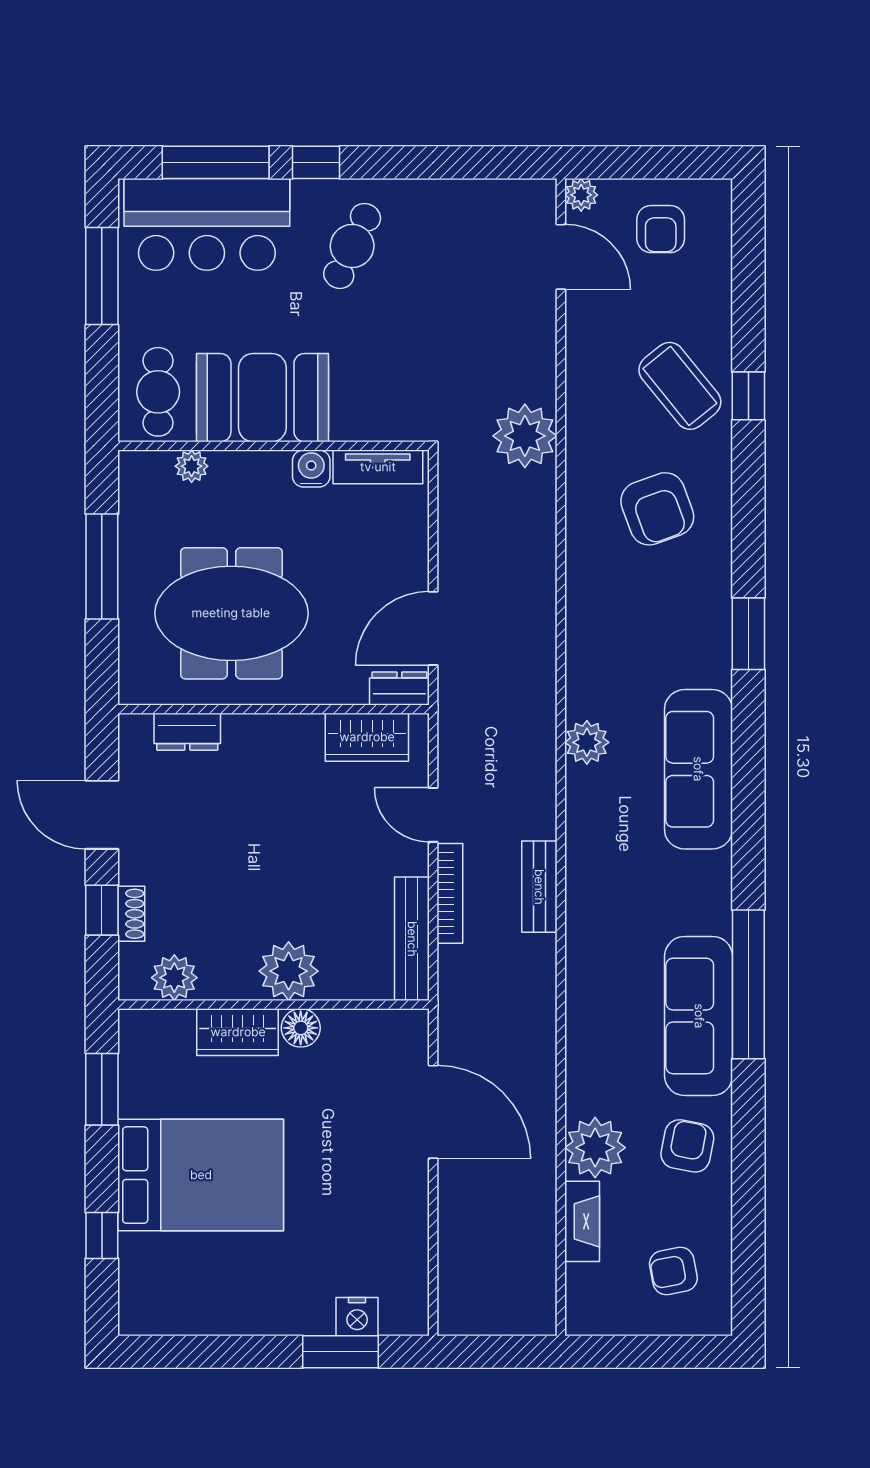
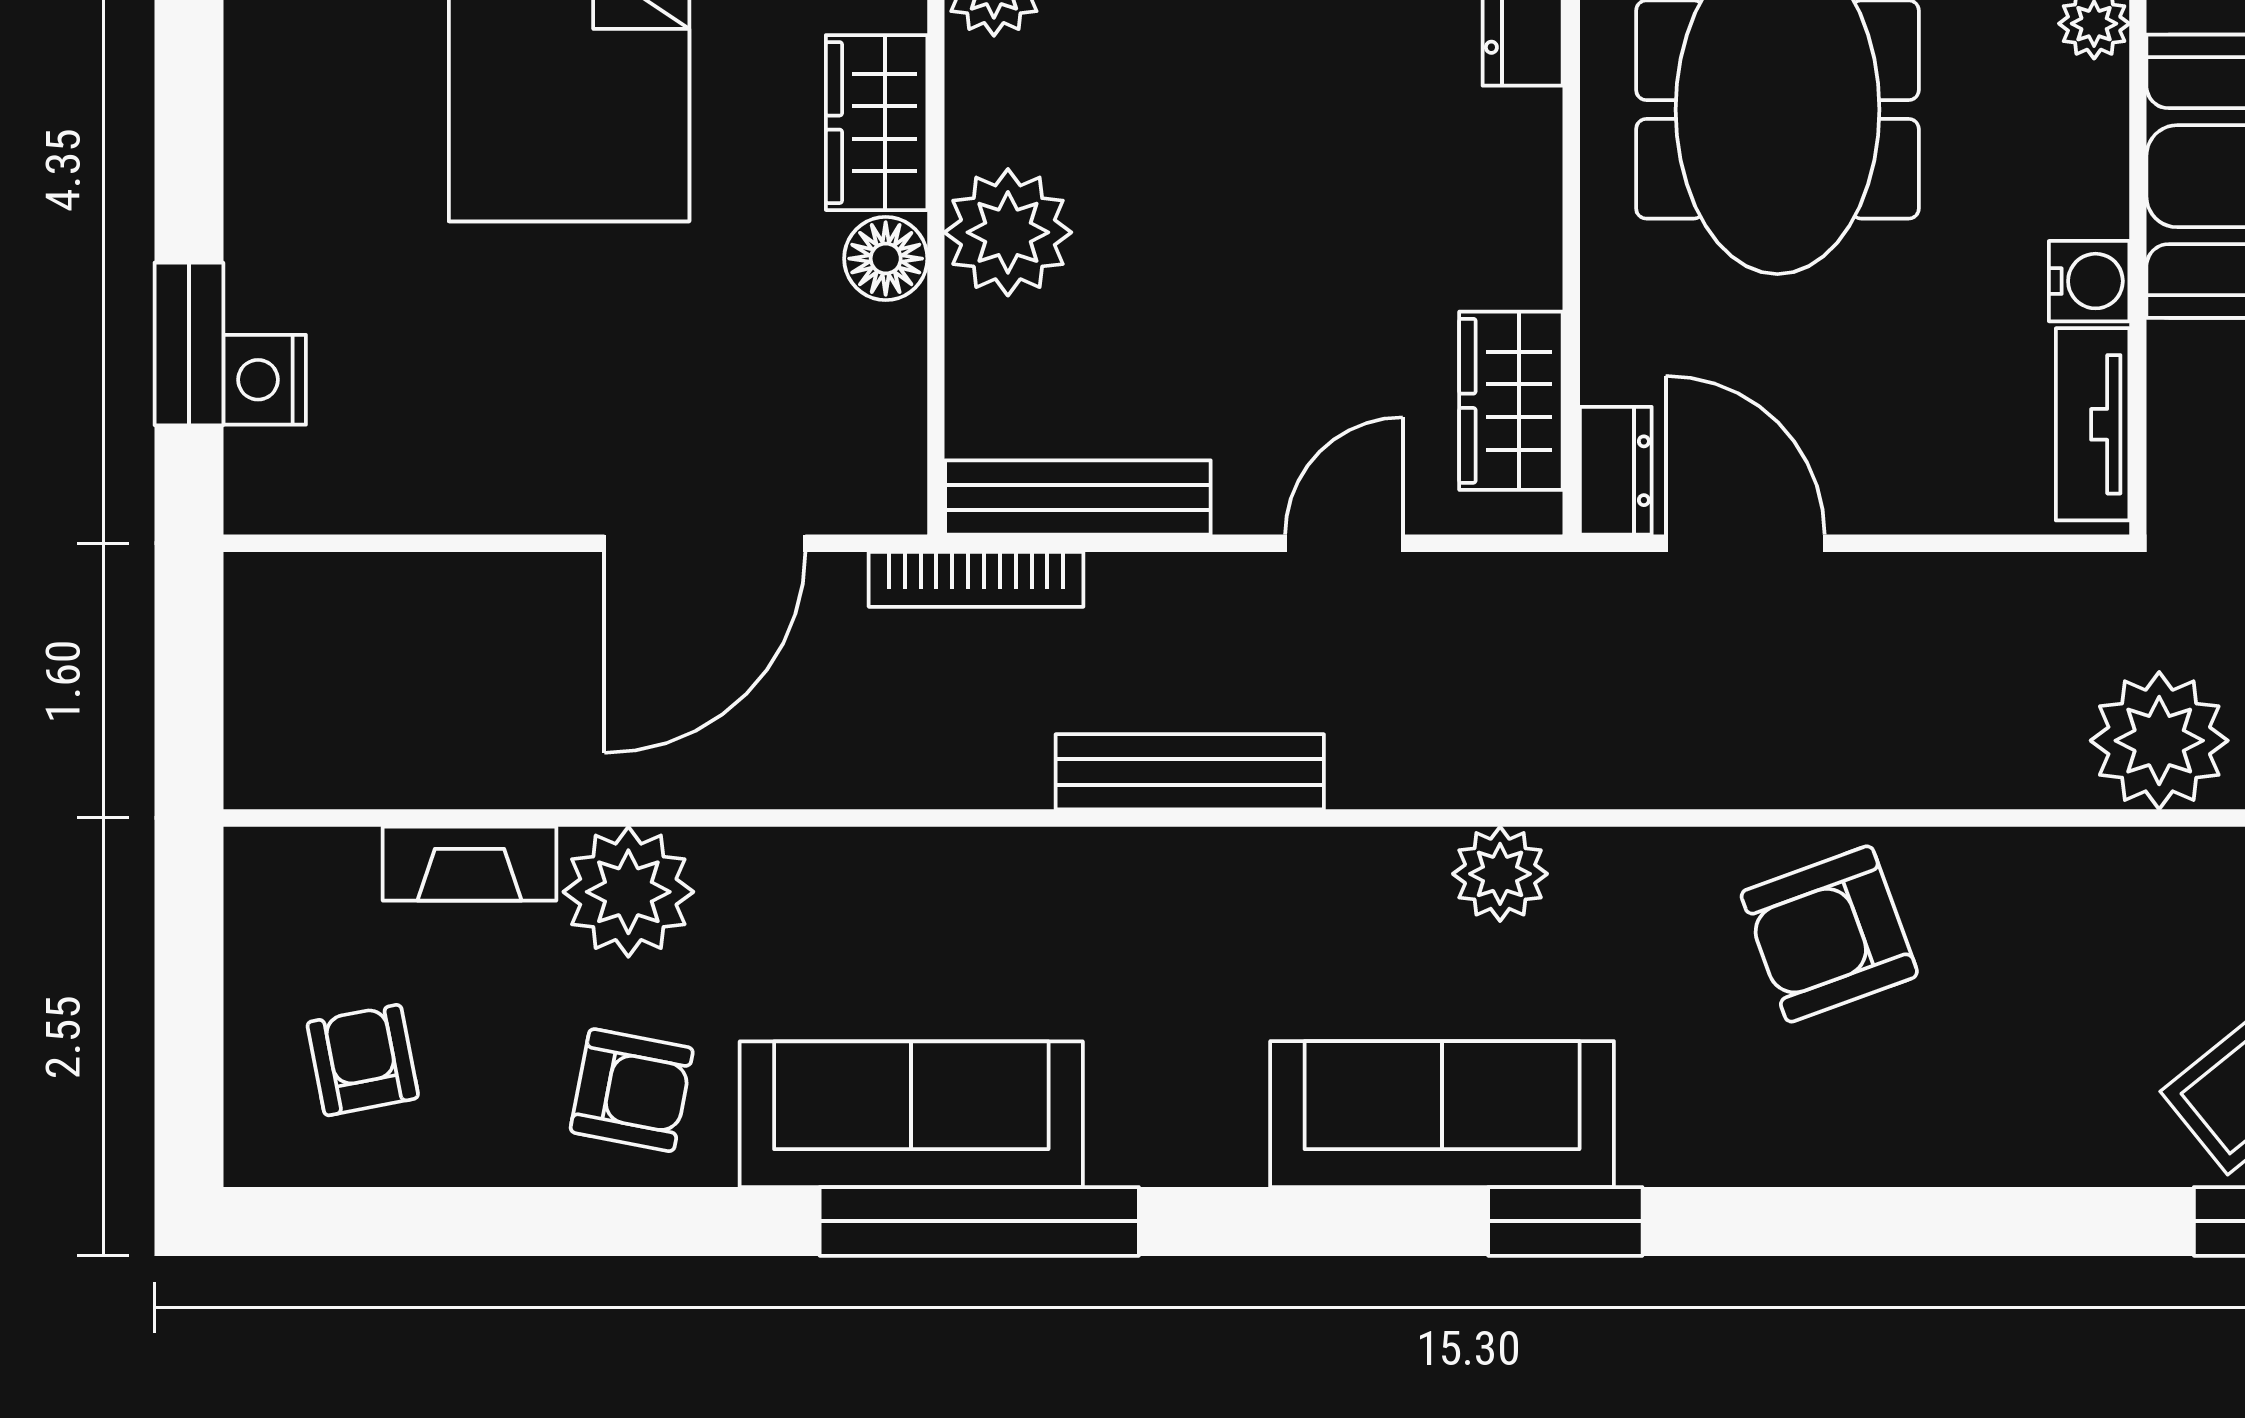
armchair: (657, 509) -> (1829, 934), moved
window: (748, 634) -> (1565, 1221), moved
bench: (539, 887) -> (1190, 772), width x1.36
bookcase: (450, 893) -> (976, 579), moved

